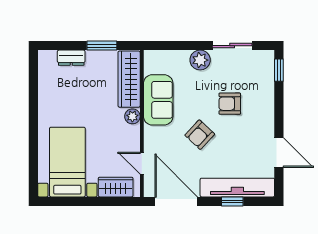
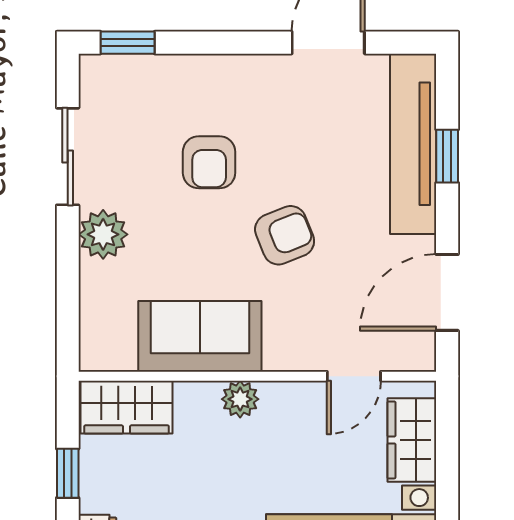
window: (102, 46) -> (68, 473), width x0.67
wardrobe: (129, 79) -> (127, 407), width x0.67
armchair: (200, 135) -> (285, 235), turned -65
door: (176, 201) -> (447, 292), width x0.73

